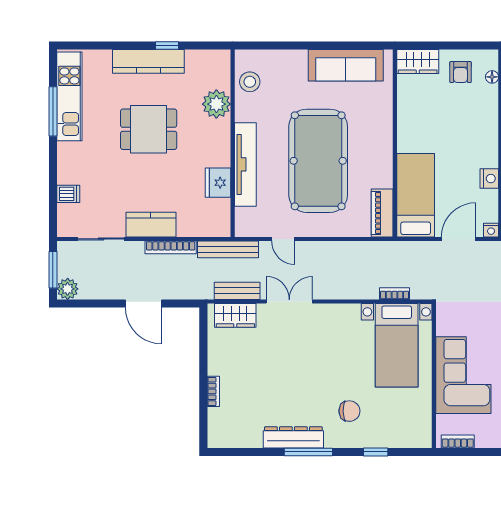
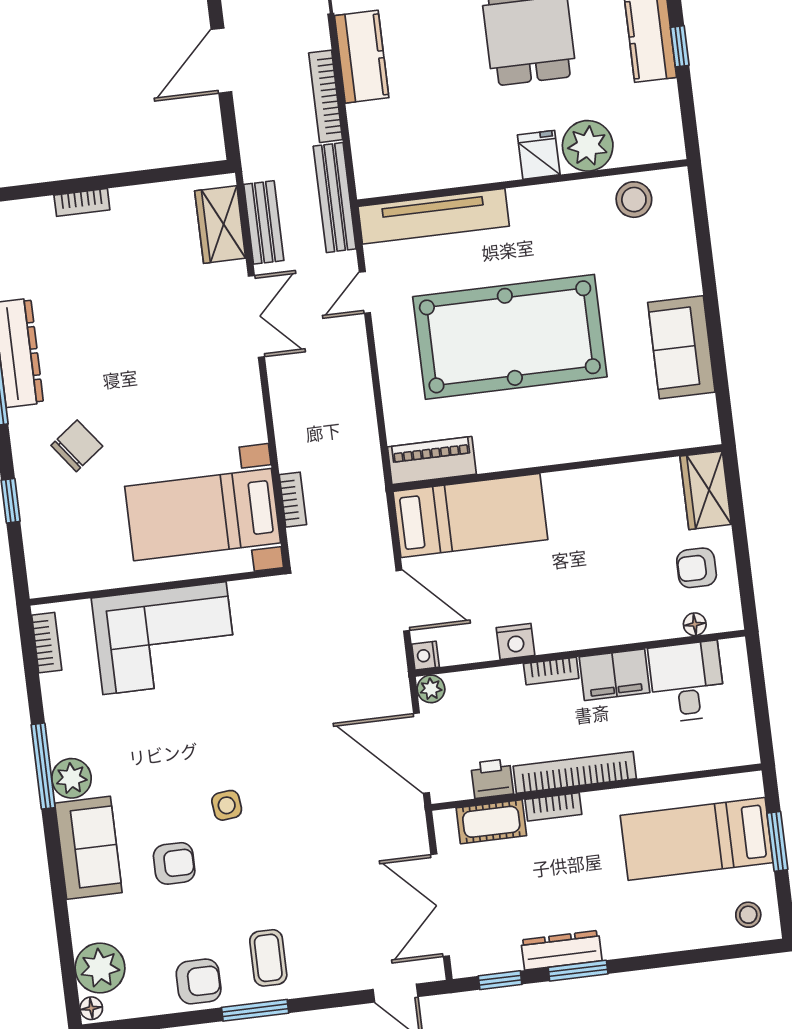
sofa: (346, 65) -> (681, 347), width x0.73
tv unit: (245, 164) -> (434, 216), moved
fridge: (218, 183) -> (539, 155), moved, width x0.72
chair: (349, 411) -> (77, 446), turned -126

